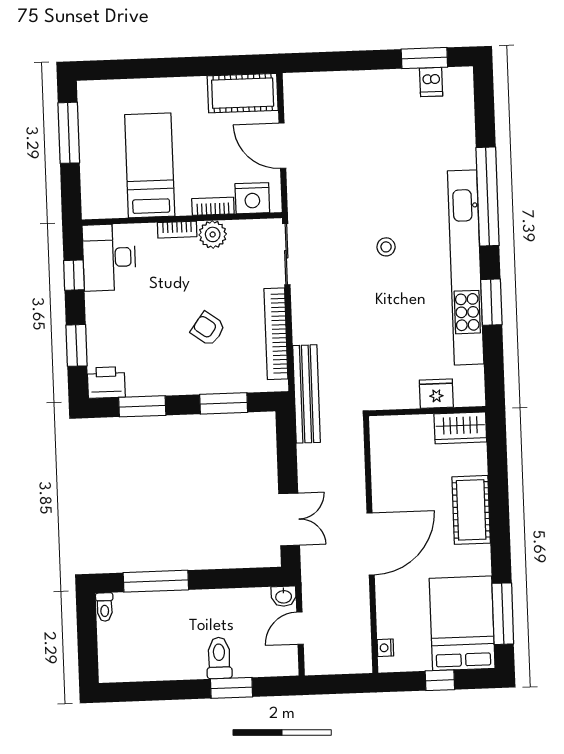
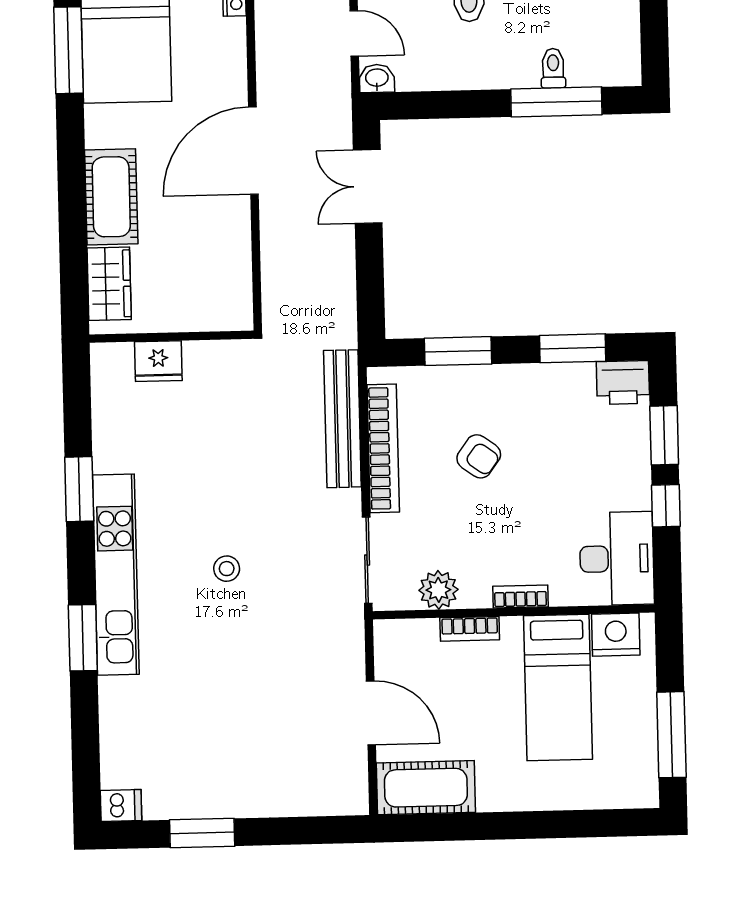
window: (424, 58) -> (202, 833), moved
dishwasher: (431, 82) -> (121, 805), moved, turned 90
window: (488, 197) -> (83, 638), width x0.47
nightstand: (252, 198) -> (616, 635), moved
plant: (213, 234) -> (438, 590), moved
kitchen unit: (466, 267) -> (116, 575), width x0.73
window: (74, 275) -> (666, 506), moved
bench: (307, 394) -> (342, 419), moved
wardrobe: (460, 428) -> (109, 284), moved, turned 90
toilet: (105, 607) -> (553, 68), moved
door: (300, 628) -> (354, 33), hinge flipped

